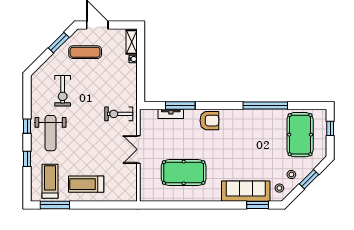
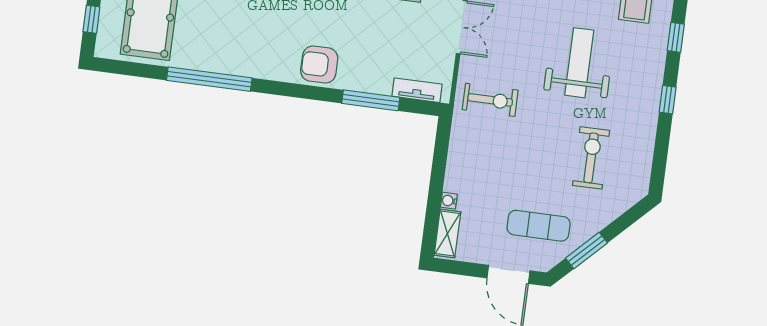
tv unit: (171, 114) -> (417, 90), moved
weight bench: (51, 133) -> (579, 63), moved

